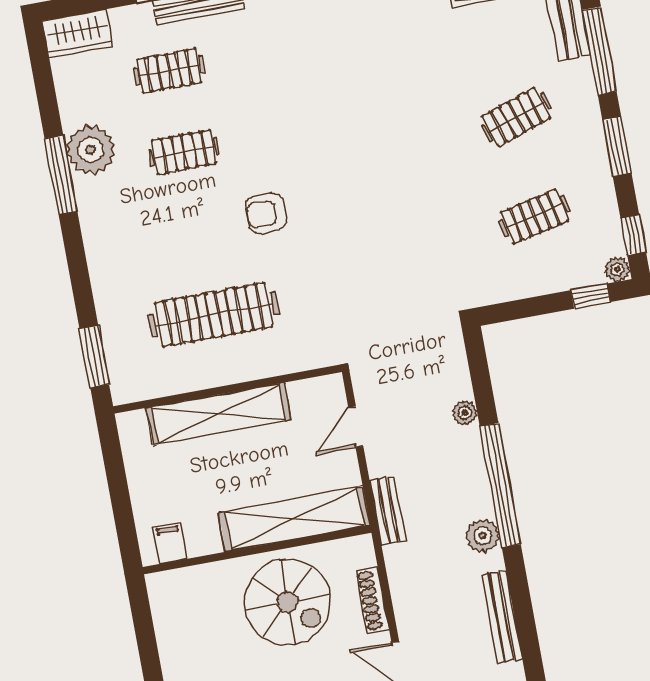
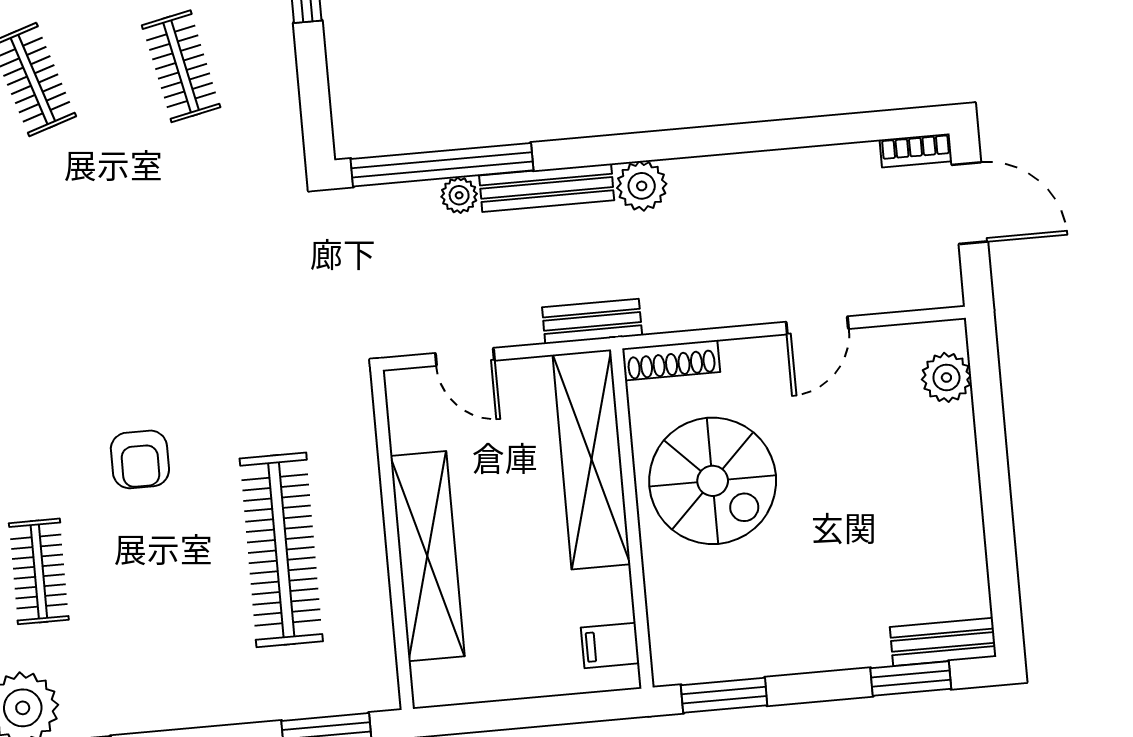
window: (500, 485) -> (442, 165), moved
shoe rack: (373, 600) -> (671, 360), moved
spiral stairs: (287, 602) -> (713, 481), turned 90
bench: (502, 617) -> (547, 188), moved
window: (143, 623) -> (724, 695), added

